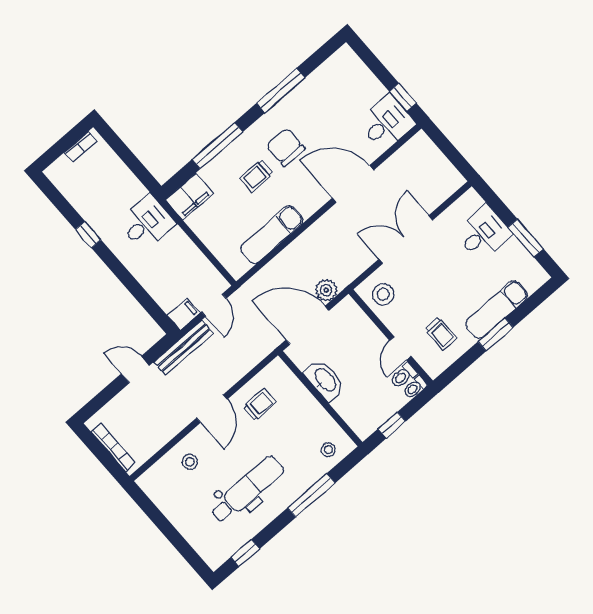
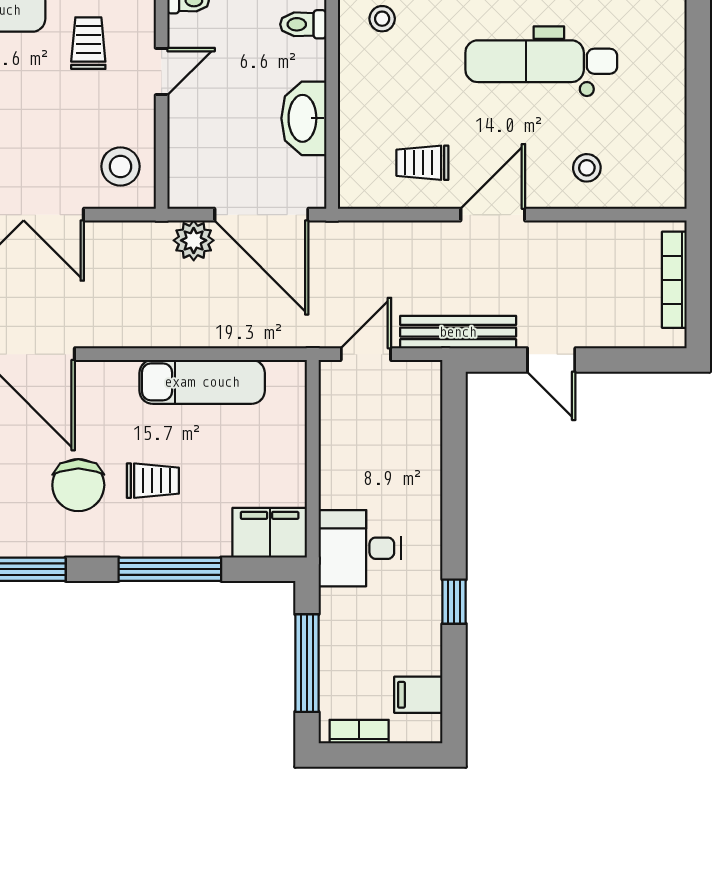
window: (127, 156) -> (307, 663), added
filing cabinet: (184, 314) -> (418, 695), moved
toilet: (403, 376) -> (303, 24), moved, turned 180

